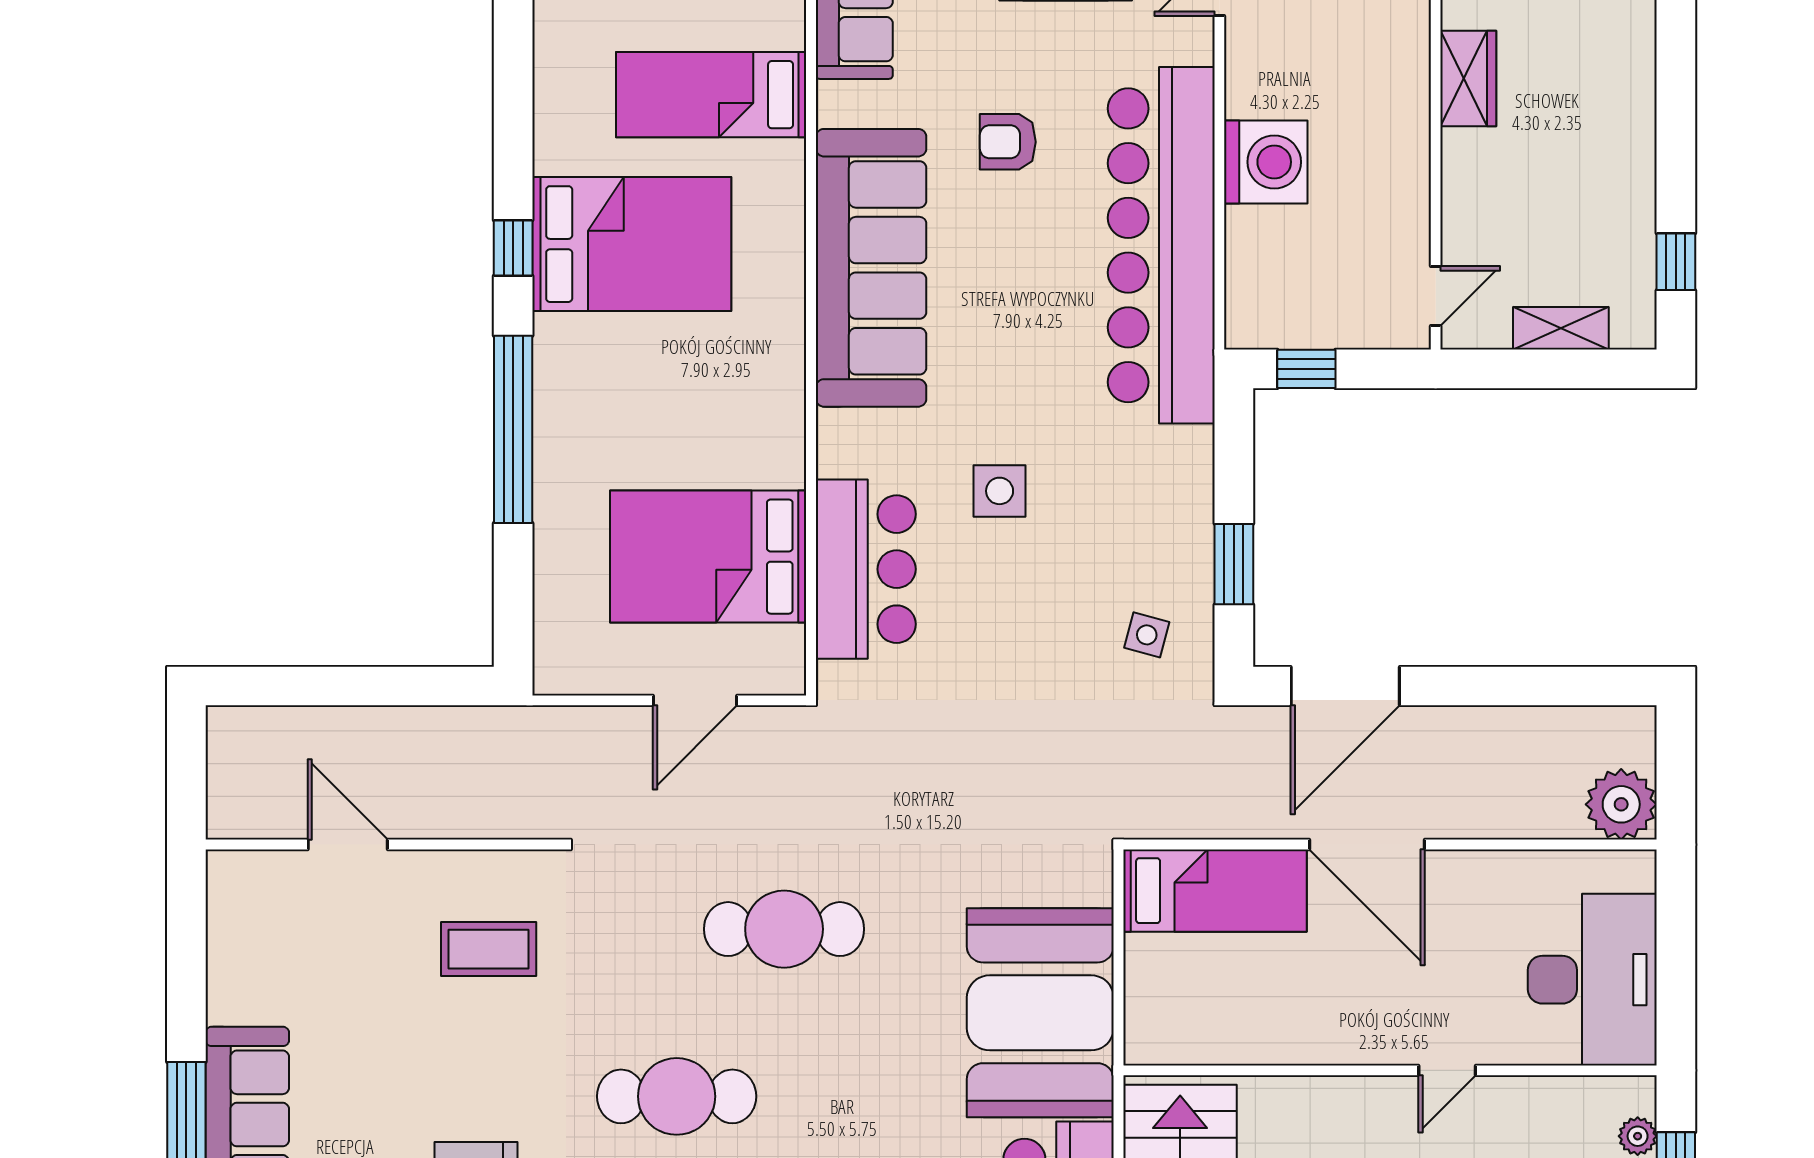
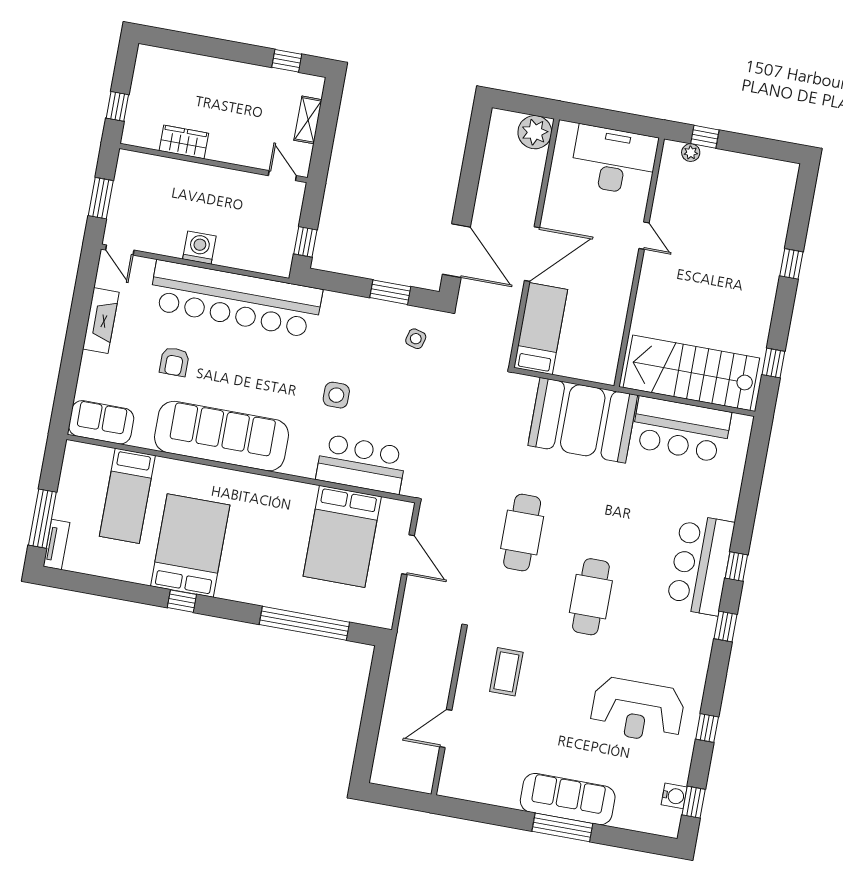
washing machine: (1266, 162) -> (199, 248), width x0.73, depth x0.73
window: (513, 429) -> (304, 623), moved

